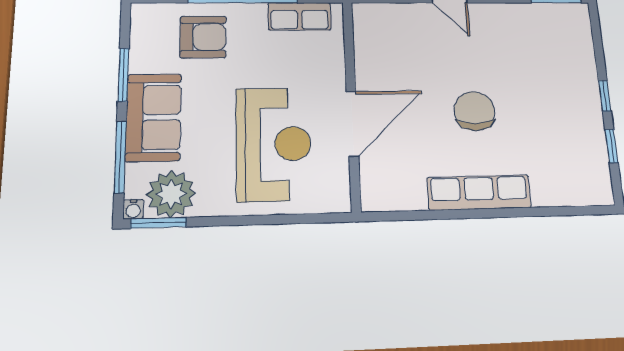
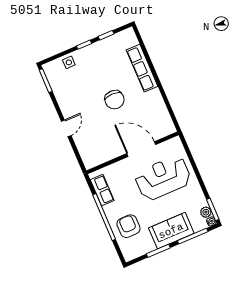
side table: (578, 54) -> (69, 62), added
chair: (475, 111) -> (114, 100), turned -90
row of seats: (479, 193) -> (142, 68), moved
plant: (171, 194) -> (206, 212), width x0.53, depth x0.53

